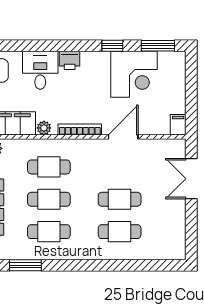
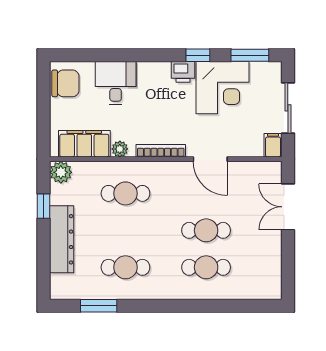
printer: (70, 60) -> (183, 72), moved
sliding door: (191, 92) -> (288, 108), added
door: (123, 137) -> (210, 159), swing flipped
cafe table: (49, 199) -> (125, 230), removed

